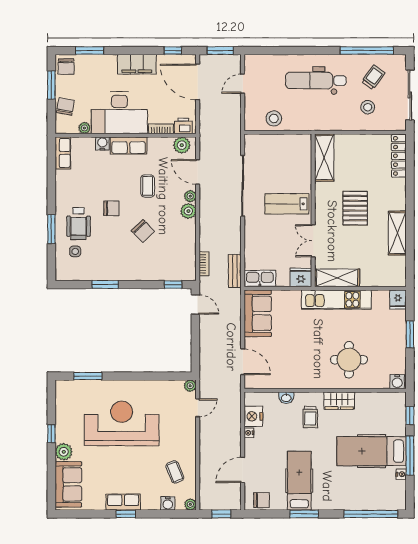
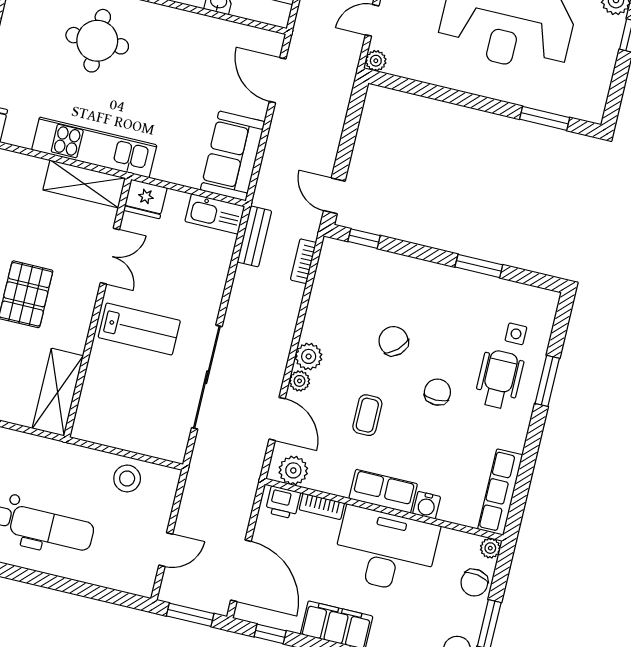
plant: (84, 128) -> (490, 548), moved
row of seats: (63, 153) -> (500, 492), width x1.48
chair: (111, 208) -> (437, 392), turned 90

